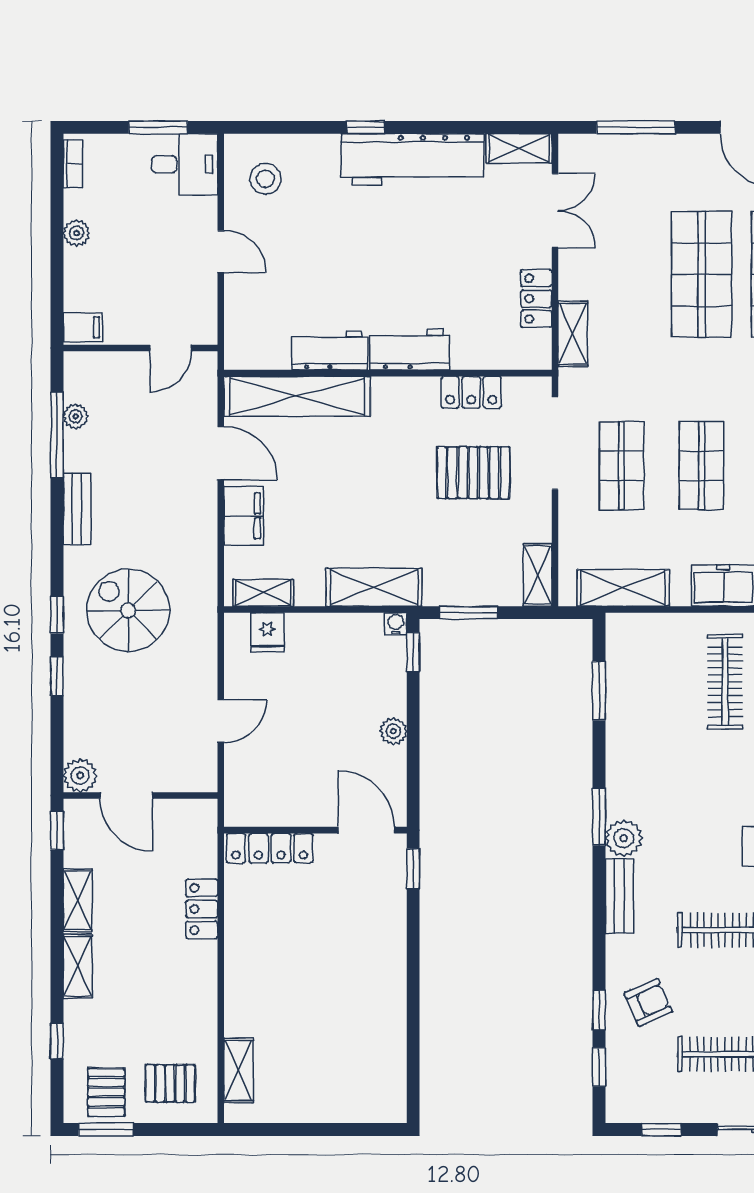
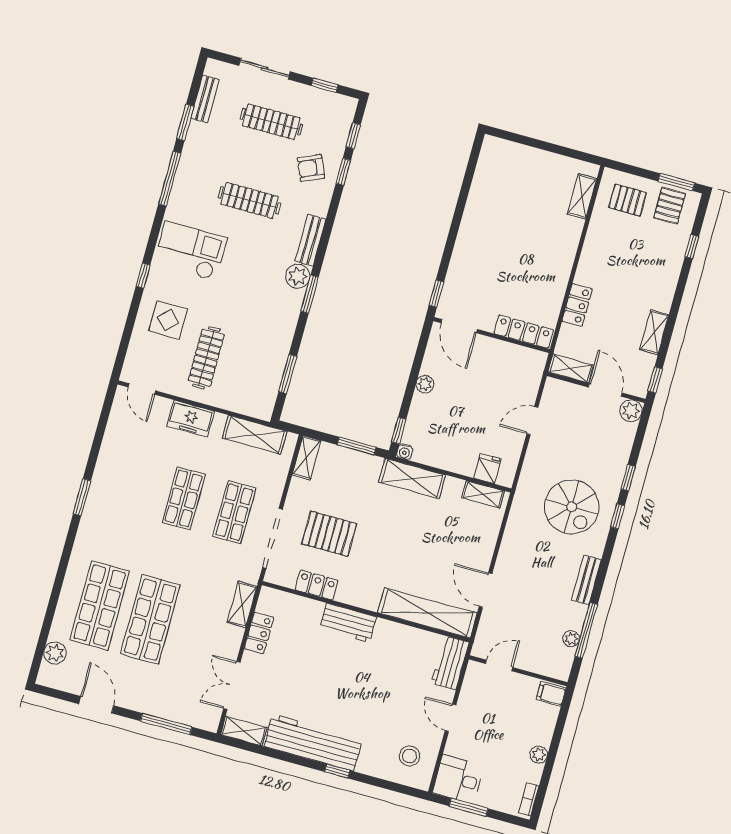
workbench: (330, 350) -> (450, 663), moved, turned 90
filing cabinet: (244, 516) -> (482, 546), removed
shelving: (78, 966) -> (571, 368), moved, turned 90

